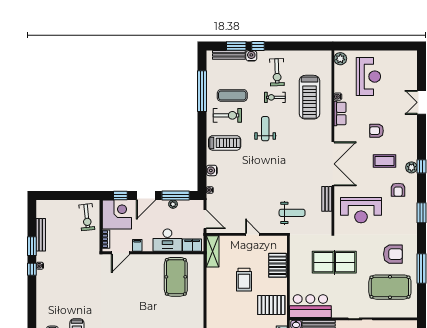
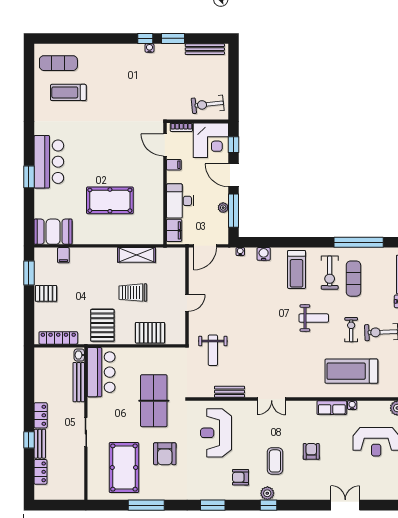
double door: (333, 164) -> (272, 399), width x0.54
bench: (41, 235) -> (205, 49), moved
shelving: (213, 251) -> (137, 255), moved
armchair: (393, 254) -> (165, 454), moved
pool table: (176, 277) -> (110, 200), moved

